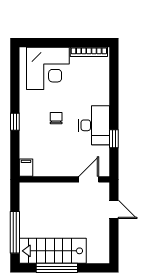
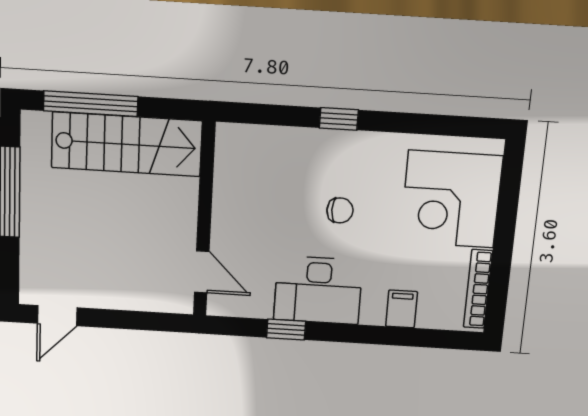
filing cabinet: (26, 168) -> (402, 309), moved, turned -90
door: (114, 209) -> (57, 316), moved
stairs: (53, 251) -> (127, 144), moved, turned 90

